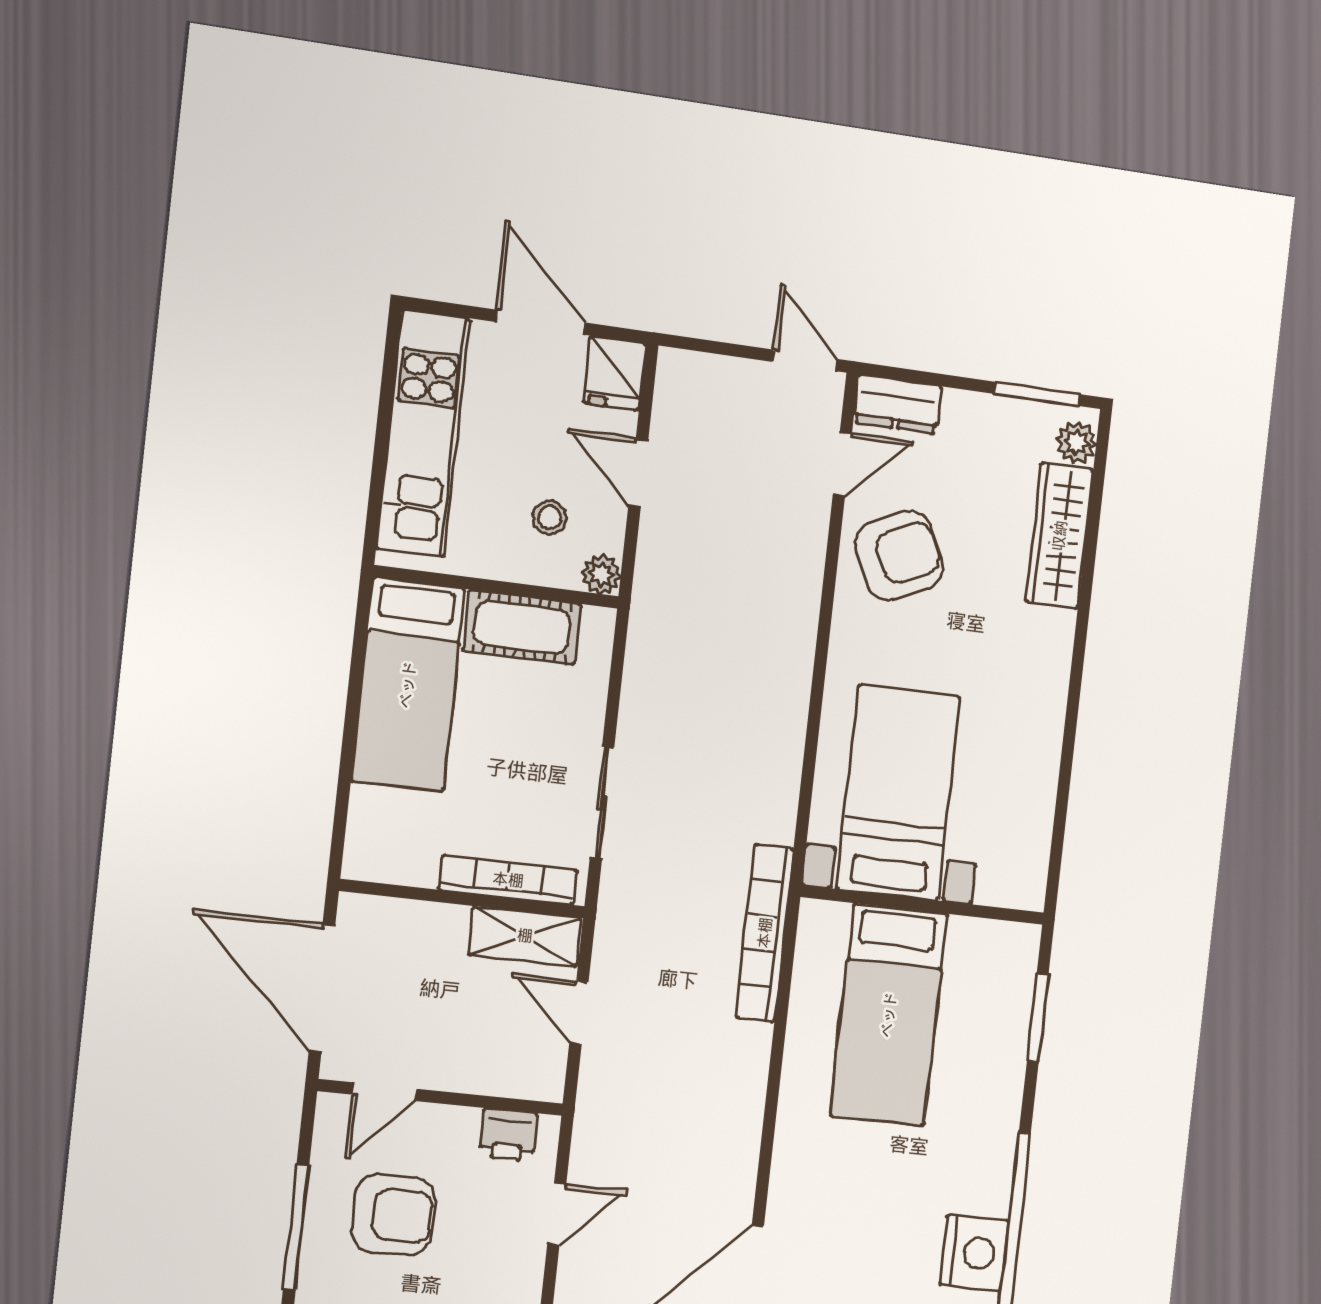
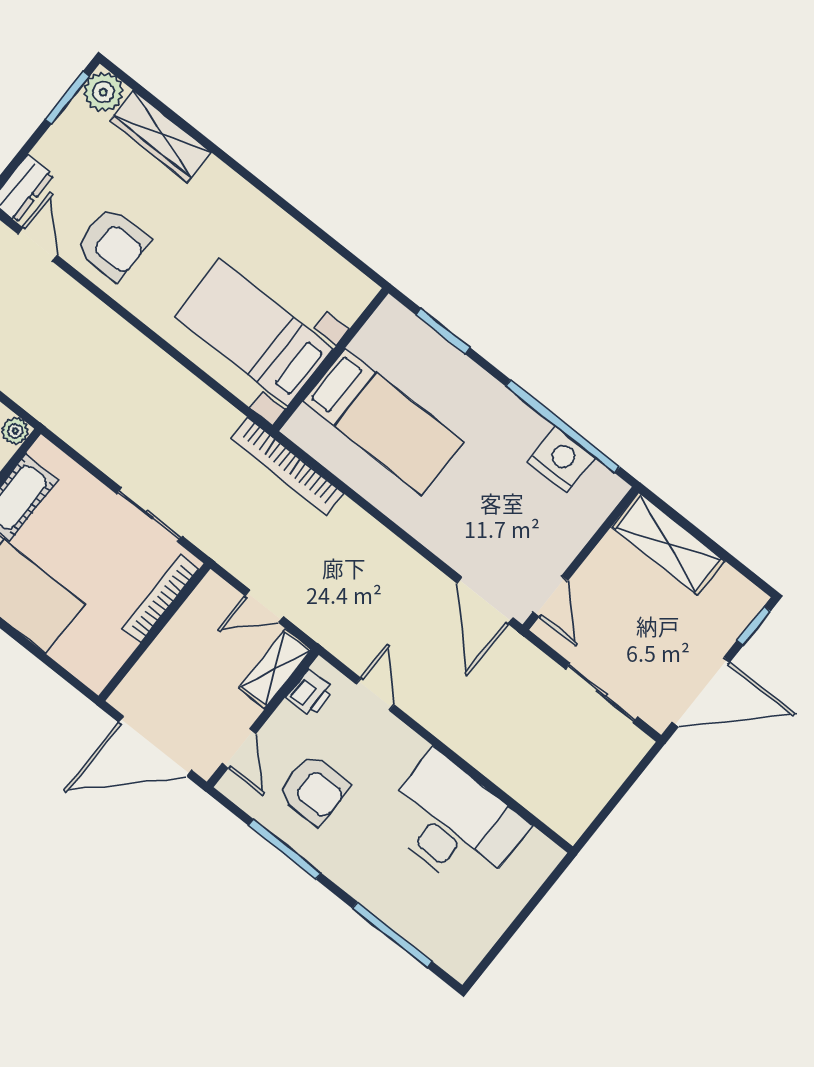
plant: (1077, 443) -> (103, 92), width x1.38, depth x1.38
armchair: (899, 556) -> (113, 244), turned 115
shelving: (525, 936) -> (275, 669), moved
armchair: (393, 1215) -> (314, 789), turned 90

